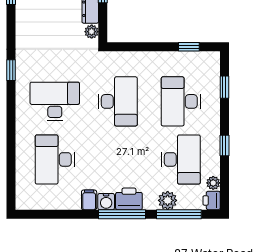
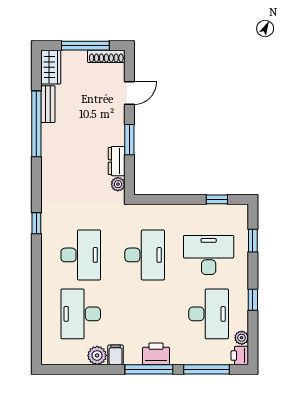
desk: (55, 101) -> (81, 255), turned 90
desk: (181, 101) -> (209, 255), turned 90
plant: (168, 200) -> (97, 355), moved
water cooler: (106, 202) -> (133, 357), removed

